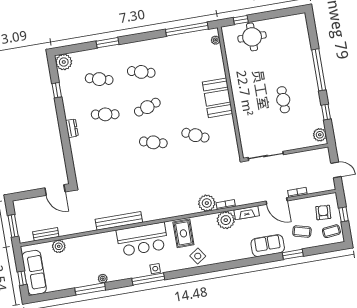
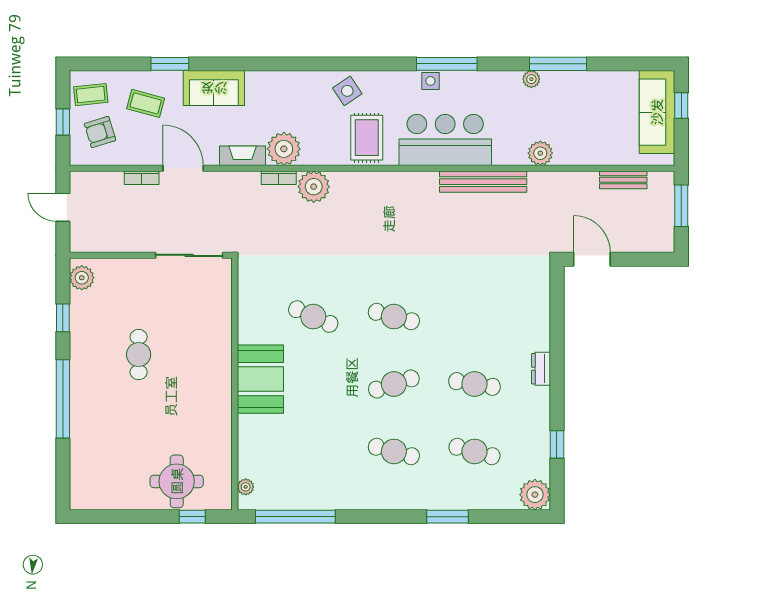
armchair: (323, 213) -> (100, 132), turned 69
plant: (59, 246) -> (540, 153), moved

